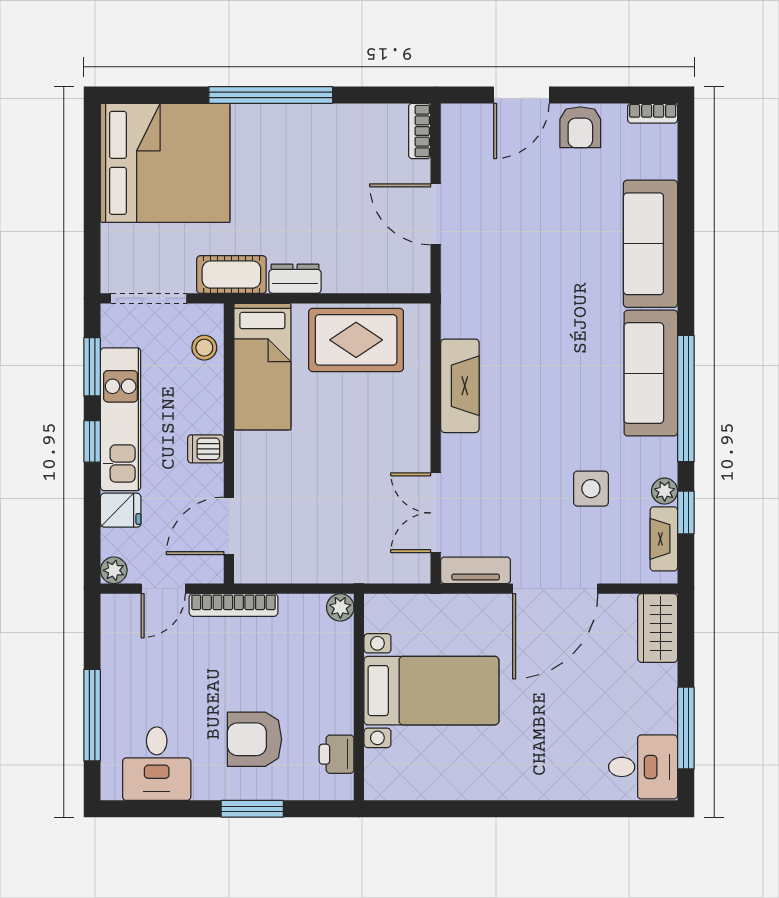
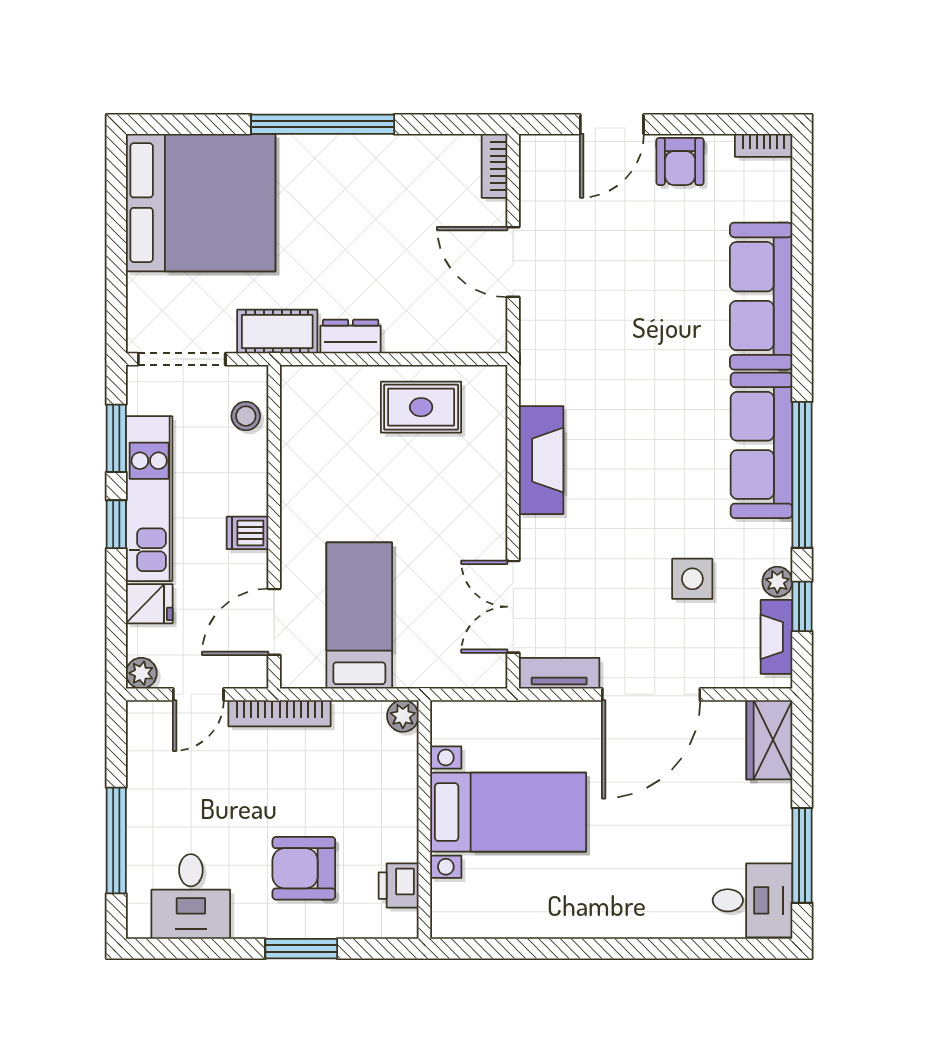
rug: (356, 340) -> (421, 407), width x0.73, depth x0.70
bed: (262, 367) -> (359, 616), moved, turned 180

